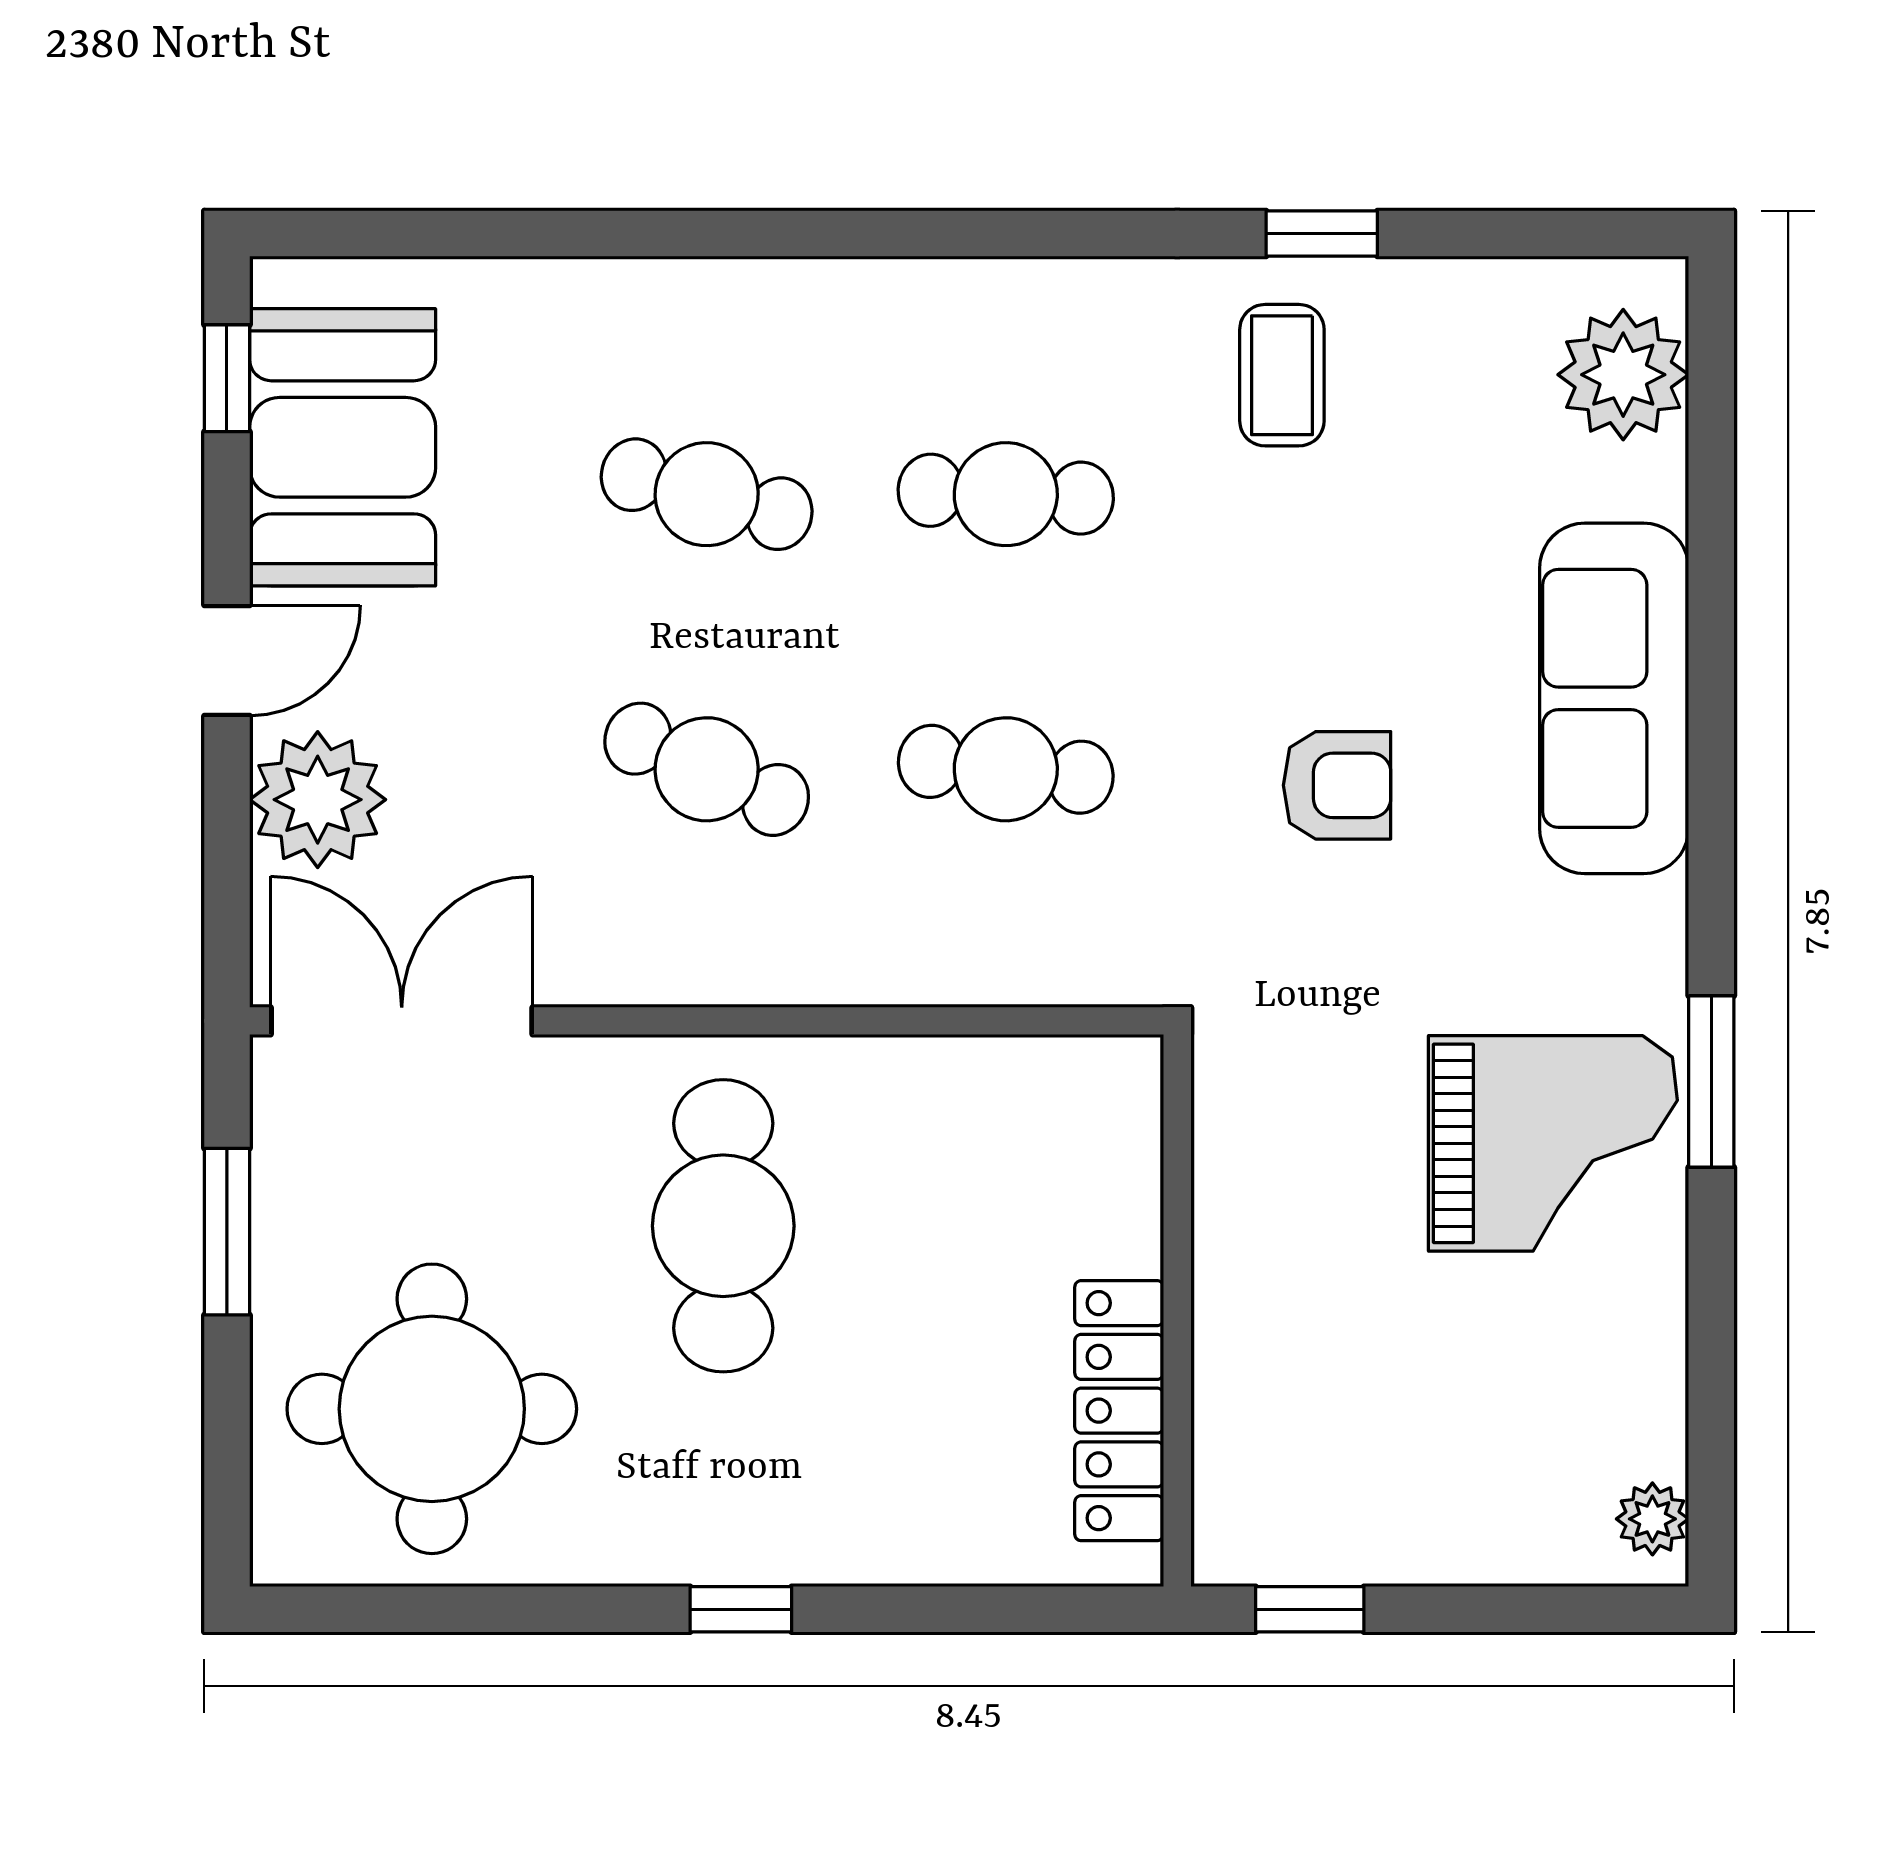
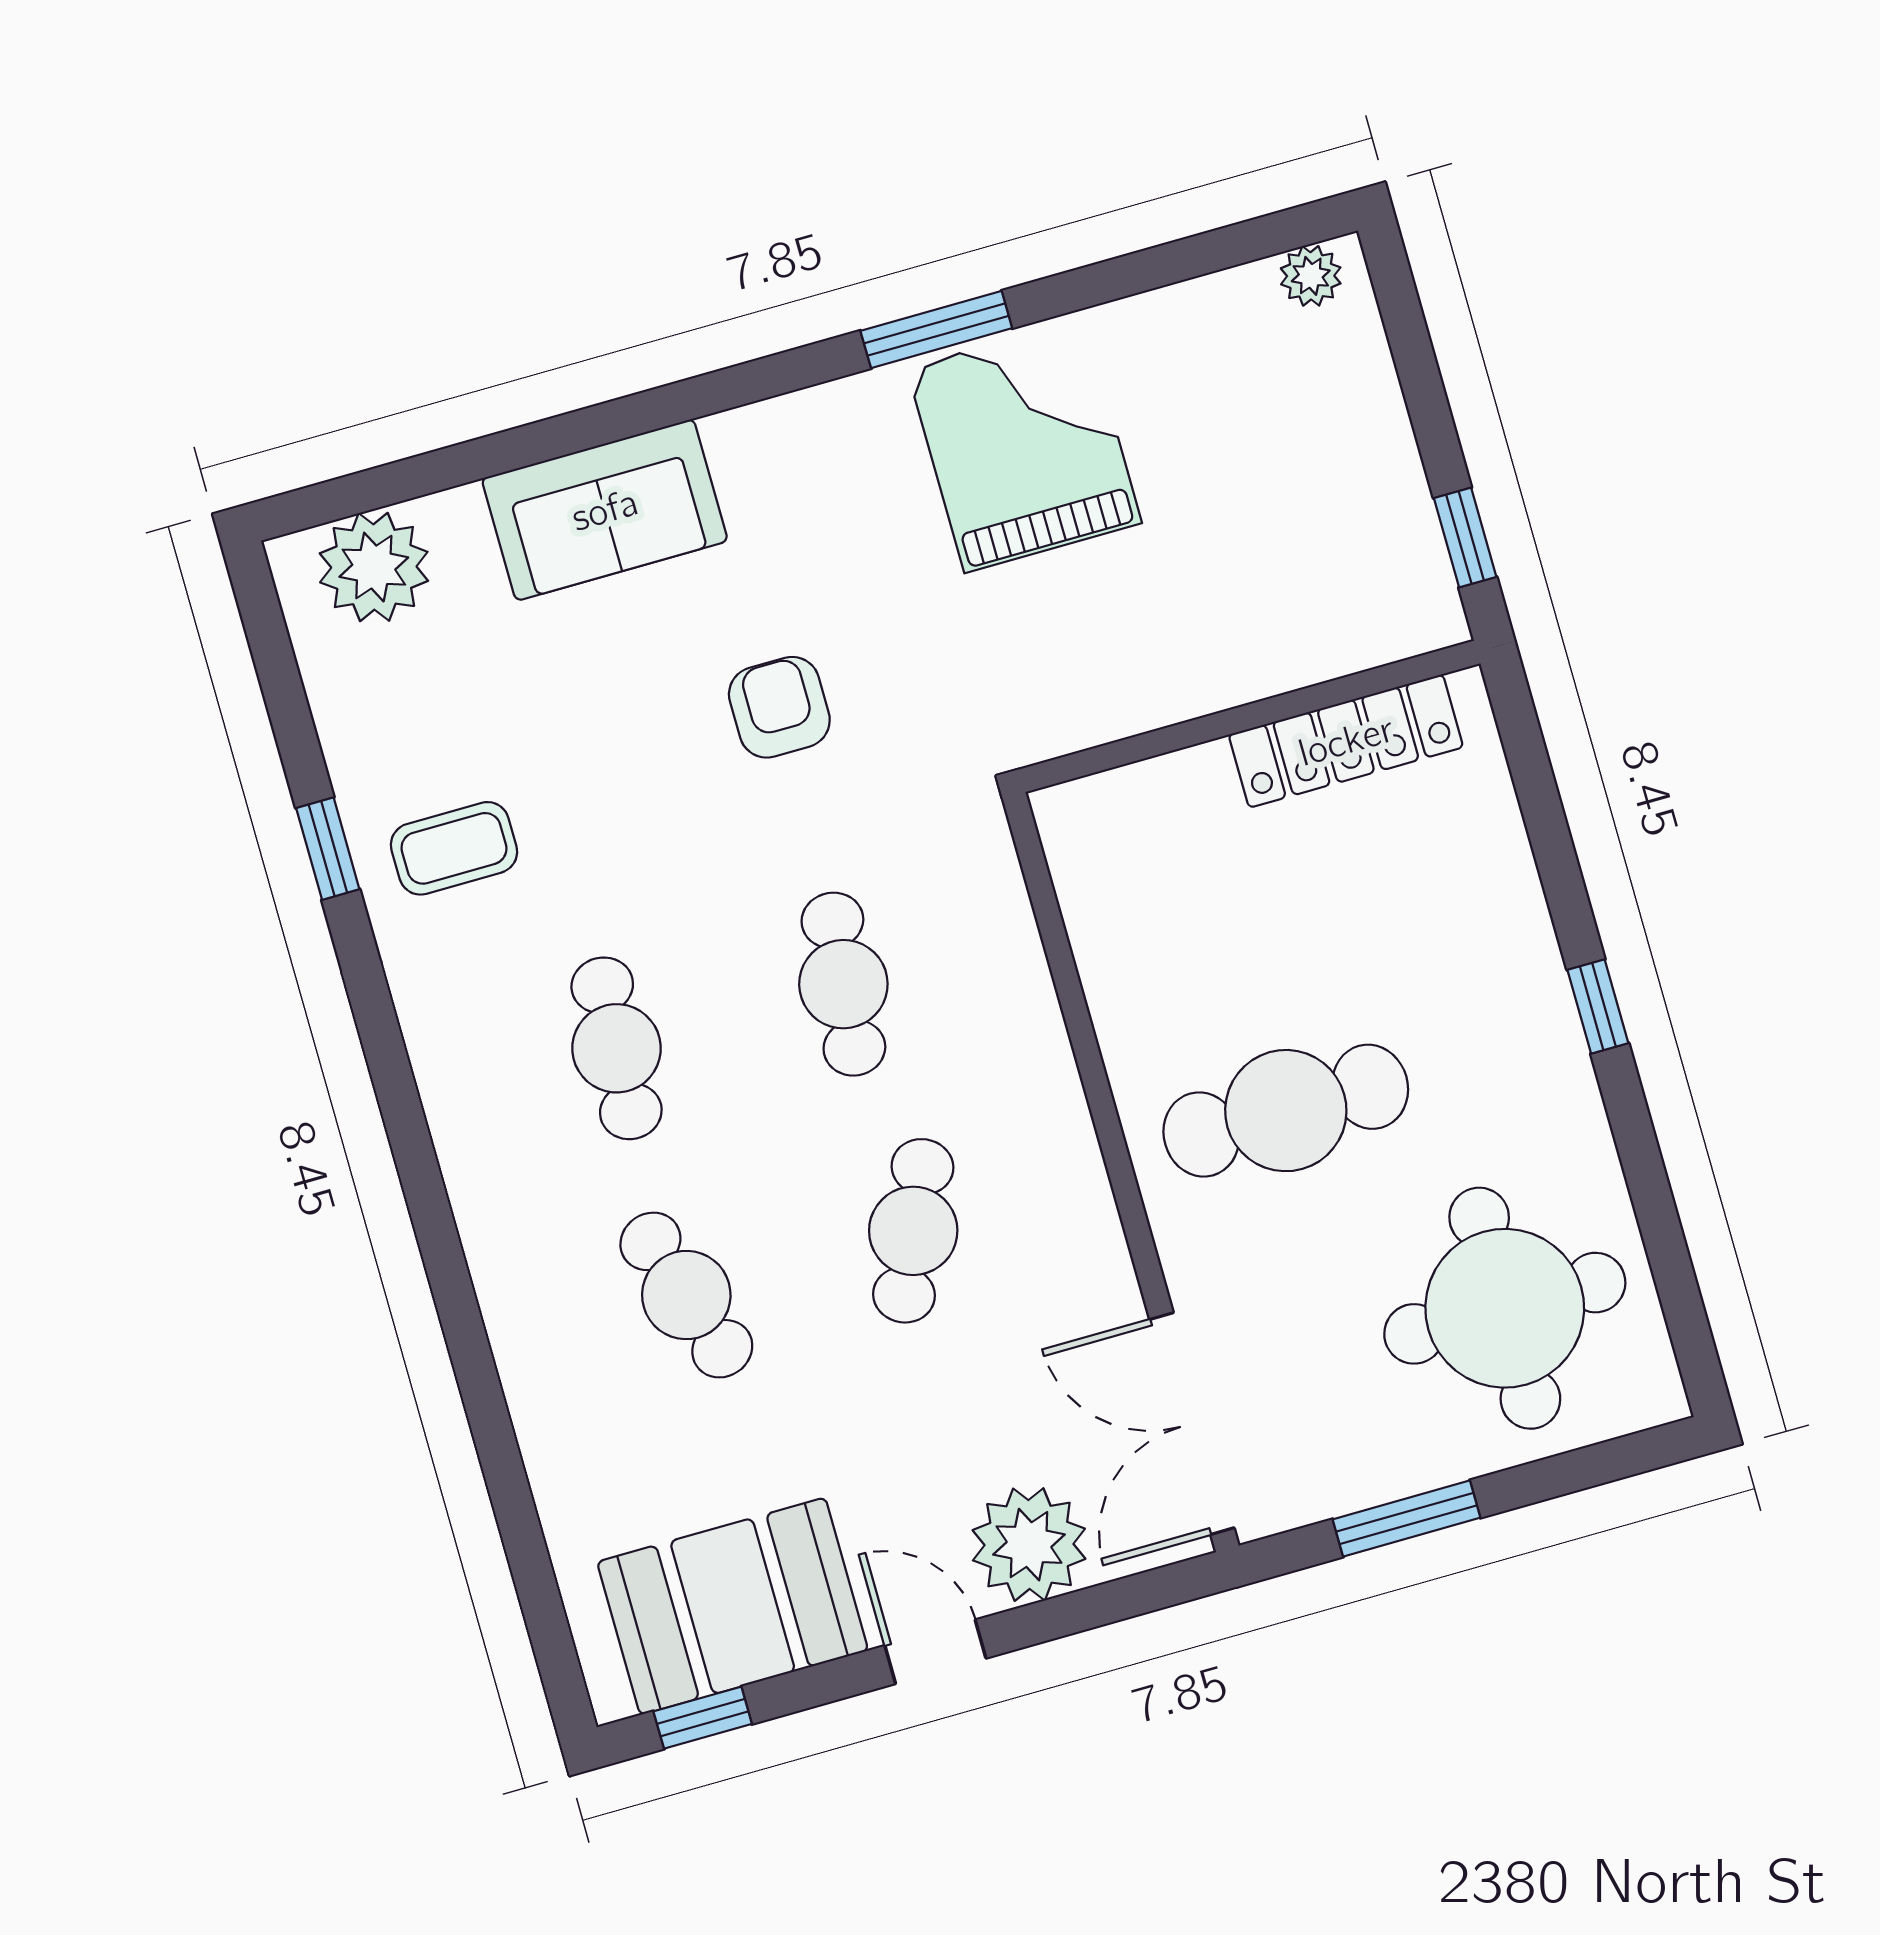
cafe table: (707, 494) -> (686, 1295), turned -33
sofa: (1614, 698) -> (605, 510), width x0.73

